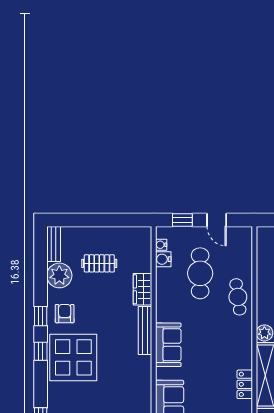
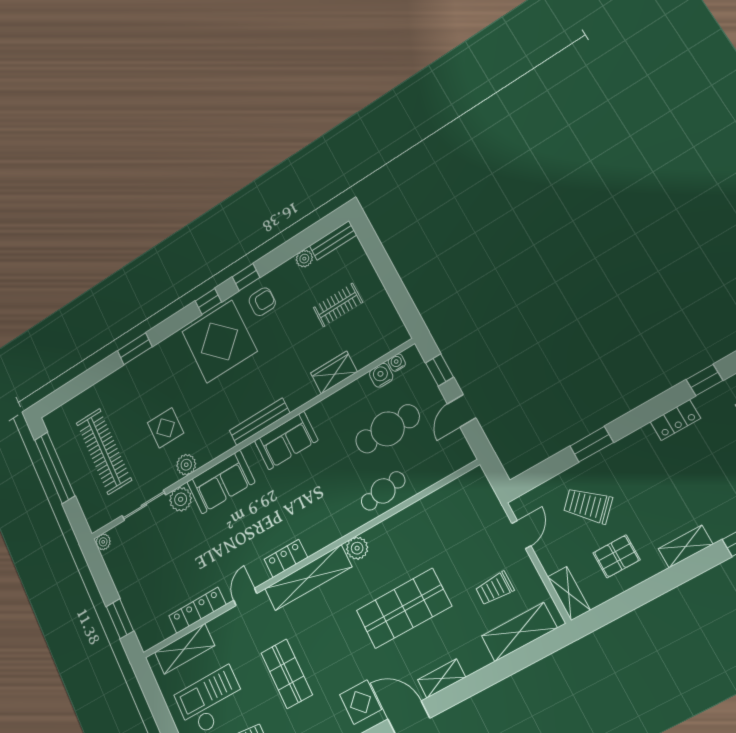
clothes rail: (99, 263) -> (338, 305), turned 90
plant: (59, 275) -> (304, 259), width x0.53, depth x0.53
bench: (145, 331) -> (260, 422), moved

